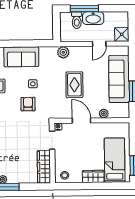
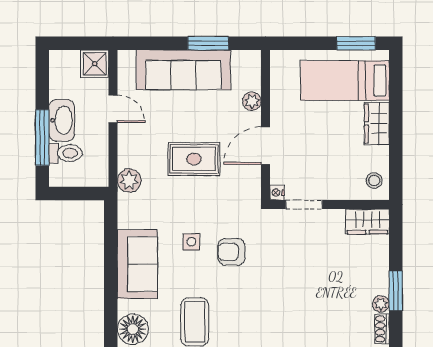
wardrobe: (44, 167) -> (367, 222), width x0.67

